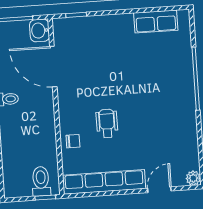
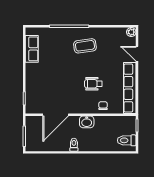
washbasin: (40, 30) -> (87, 122), moved
coffee table: (166, 106) -> (85, 46), added
toilet: (41, 181) -> (127, 140), moved

